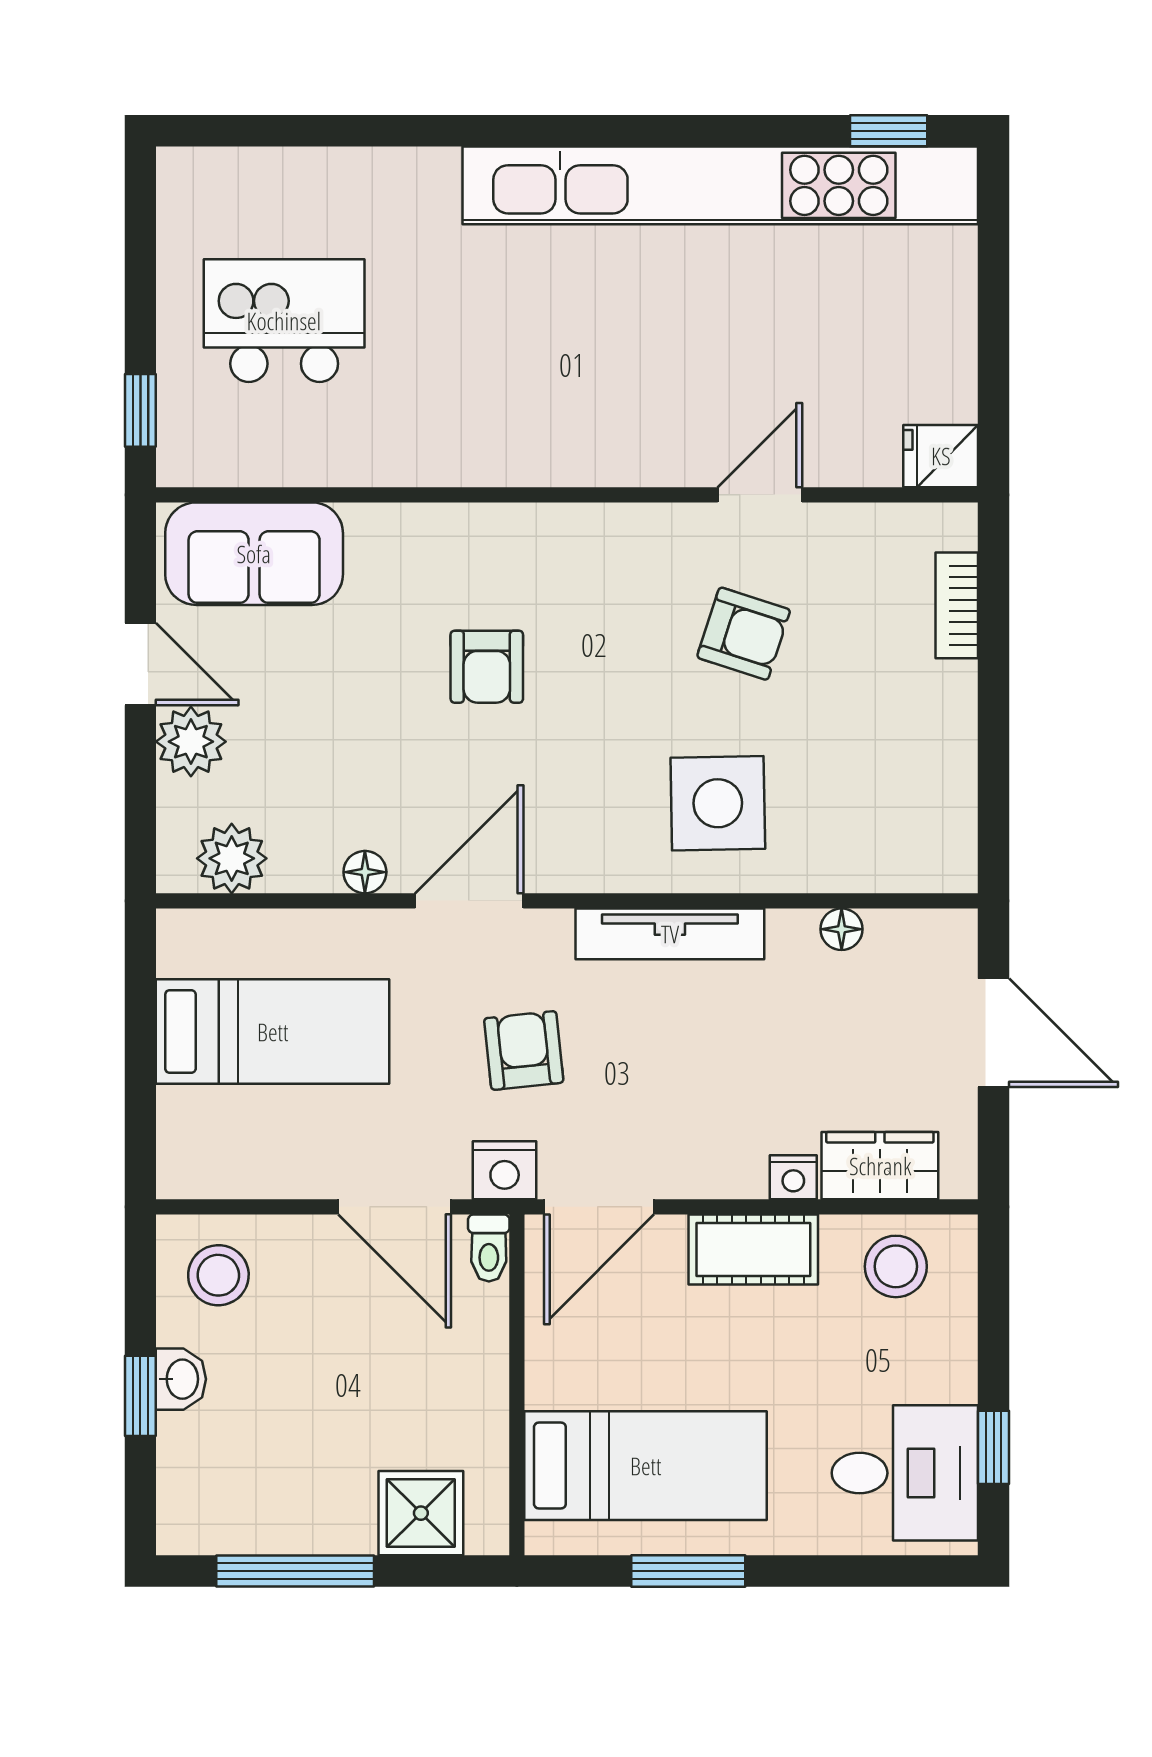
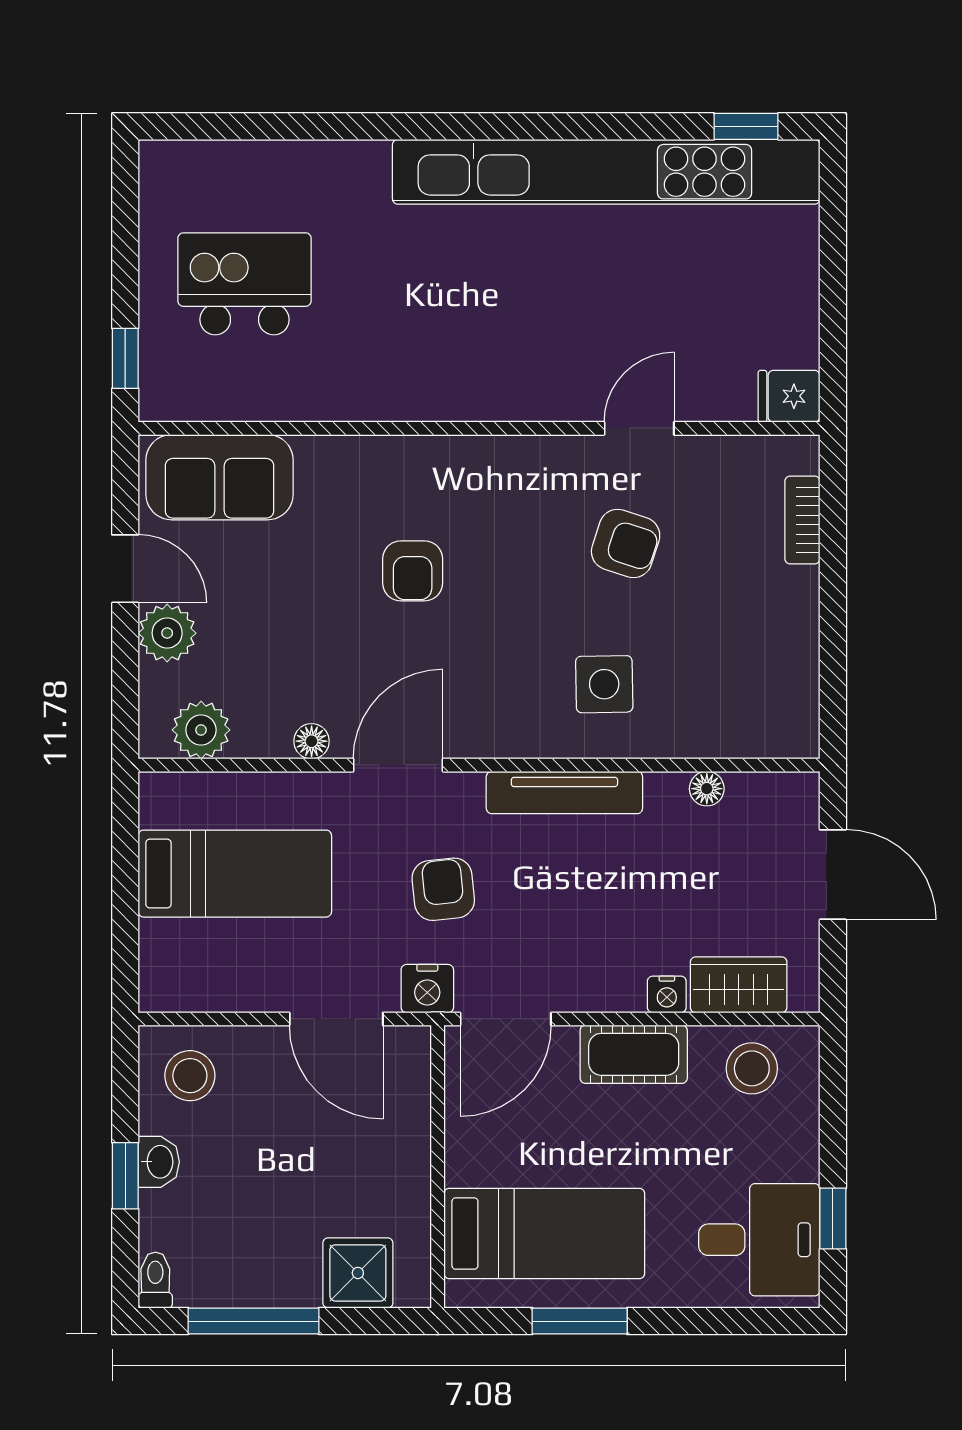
side table: (718, 803) -> (604, 684), width x0.73, depth x0.73
toilet: (489, 1248) -> (155, 1280), moved, turned 180

